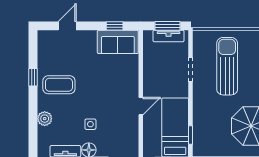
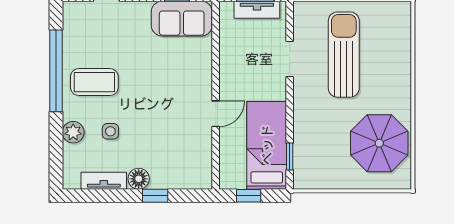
window: (33, 77) -> (56, 71), width x3.17
side table: (90, 124) -> (110, 131), moved

